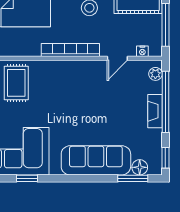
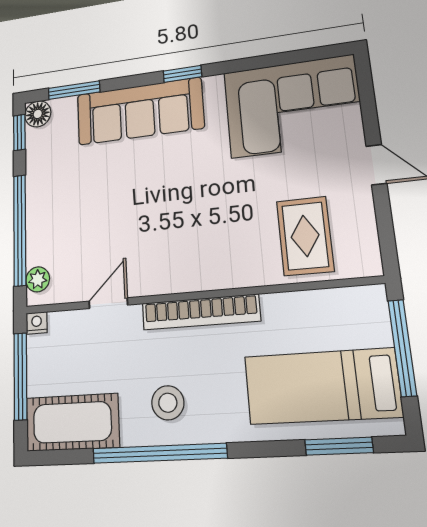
nightstand: (142, 51) -> (37, 323), moved
fireplace: (155, 111) -> (38, 211), removed
floor lamp: (140, 167) -> (38, 114), moved
window: (27, 178) -> (182, 74), moved

